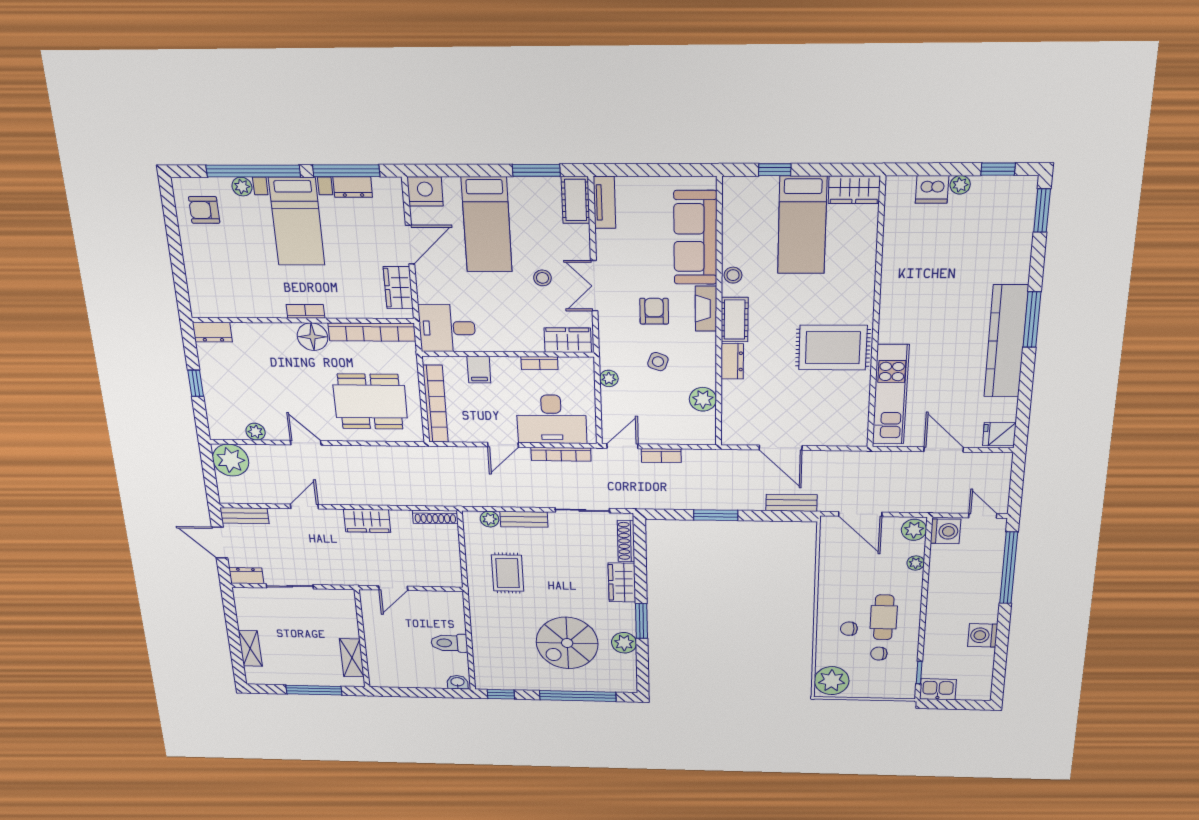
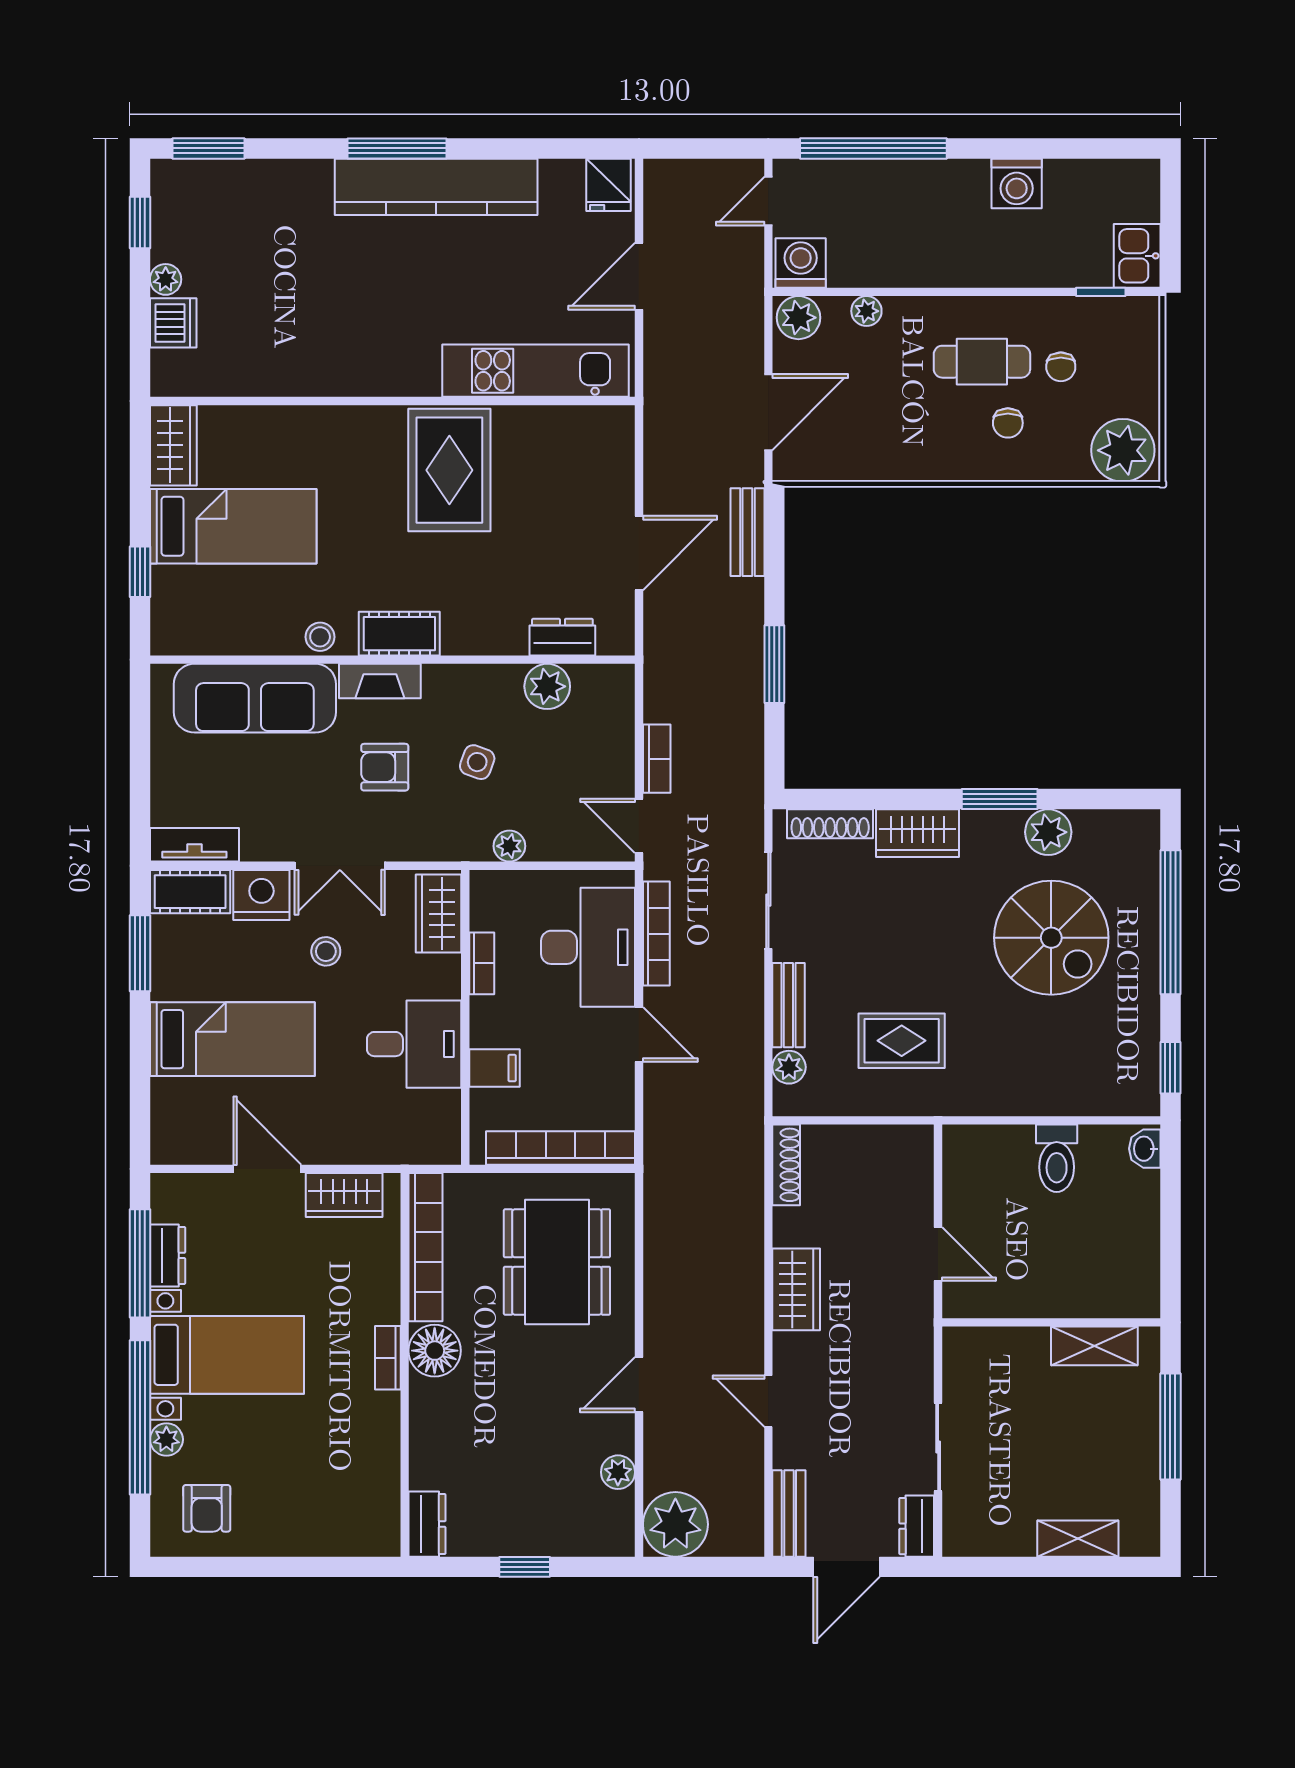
nightstand: (425, 191) -> (261, 895), moved, turned 90
desk: (447, 328) -> (414, 1044), moved, turned -90
dresser: (732, 361) -> (562, 637), moved

